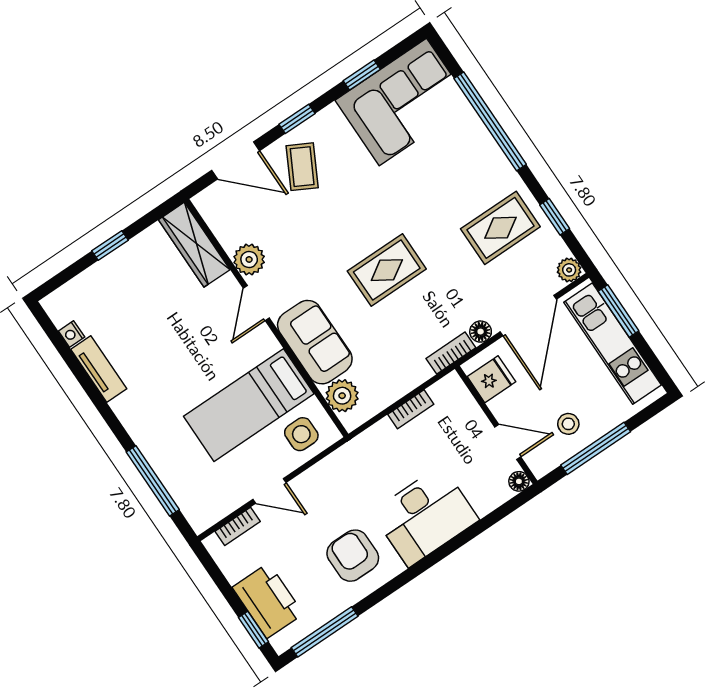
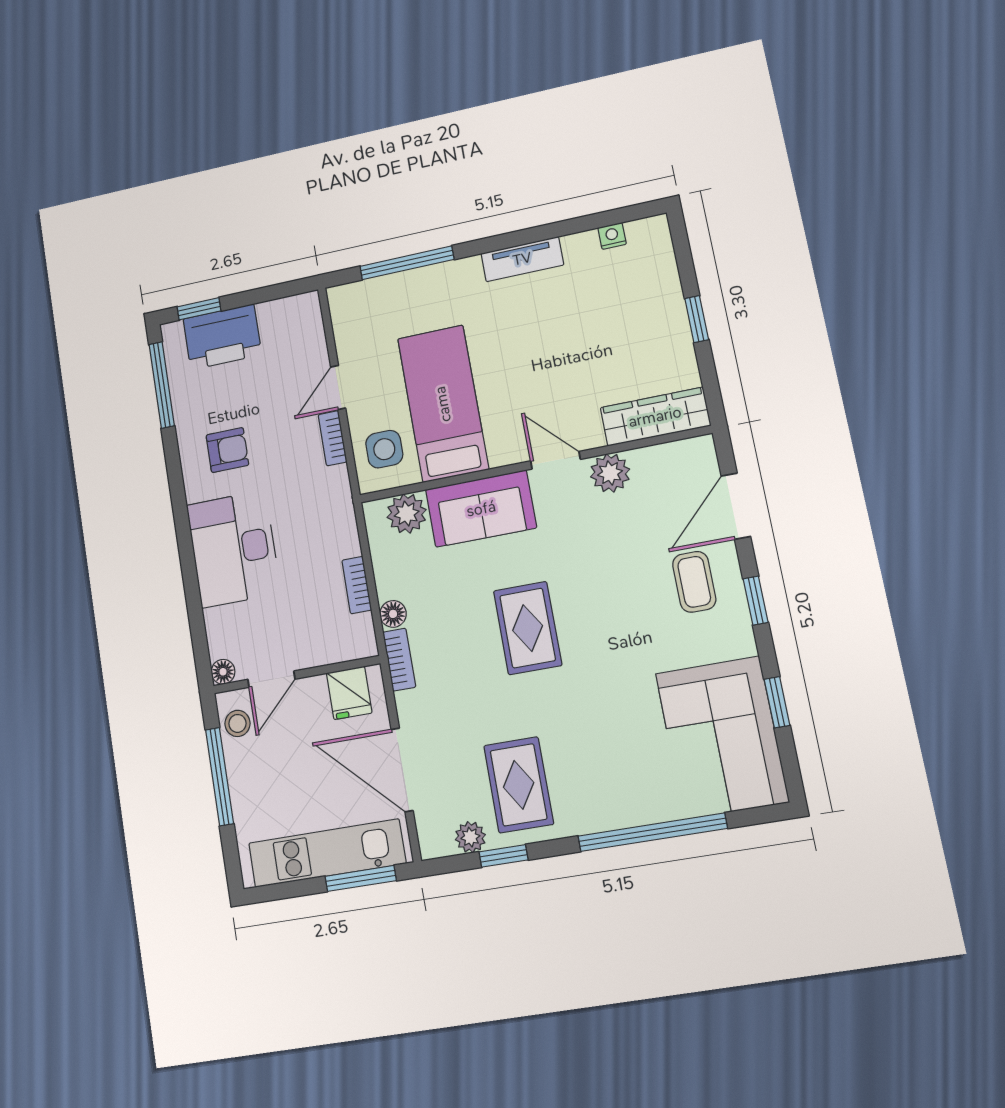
coffee table: (302, 167) -> (694, 582), turned 62
plant: (569, 270) -> (470, 837), moved
floor lamp: (481, 332) -> (393, 614), moved
tv unit: (99, 369) -> (522, 259), moved
stool: (568, 424) -> (238, 723), moved
bookcase: (238, 526) -> (333, 438), moved
armchair: (353, 556) -> (227, 450), width x0.72, depth x0.72

